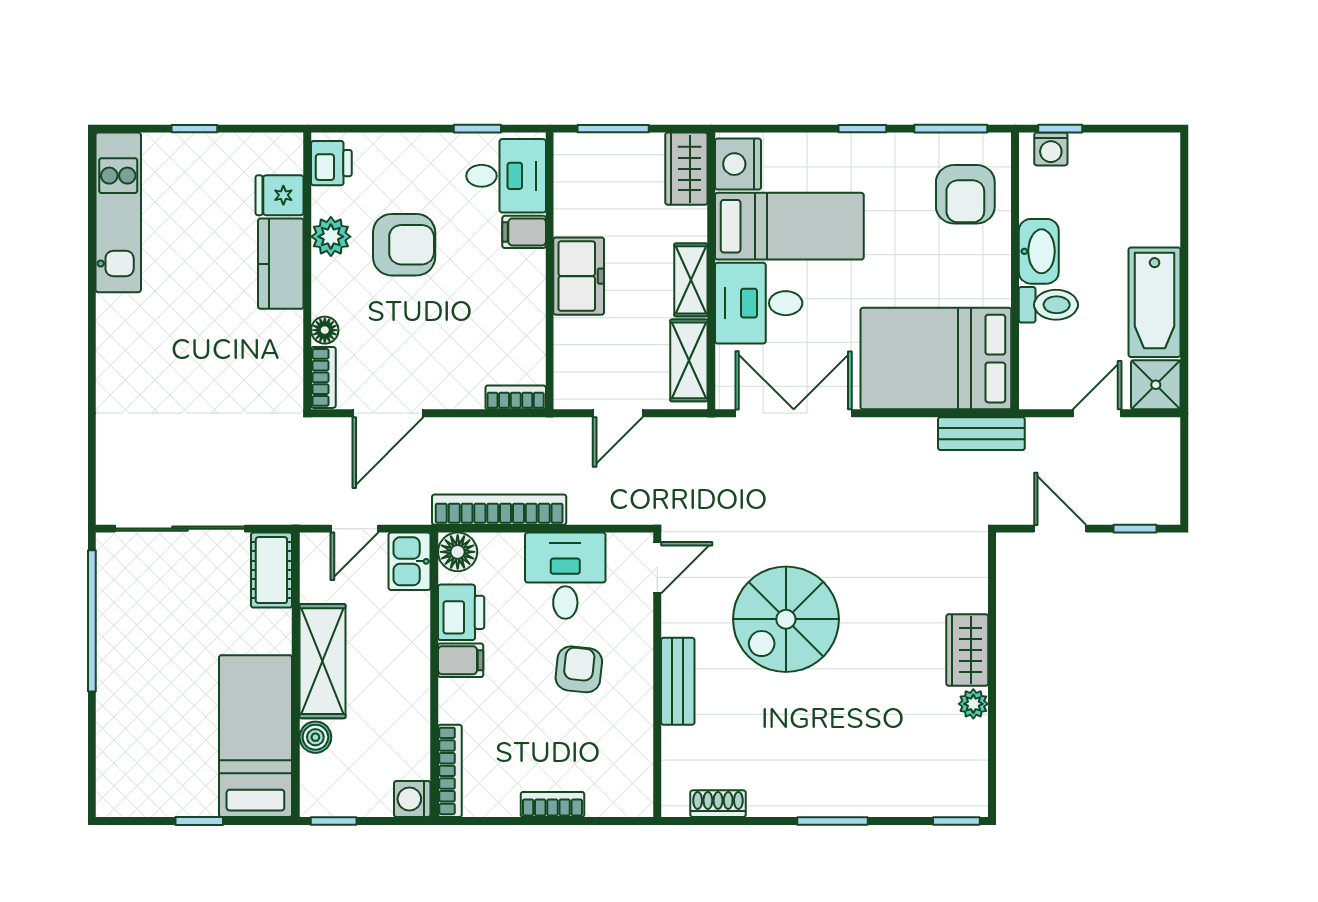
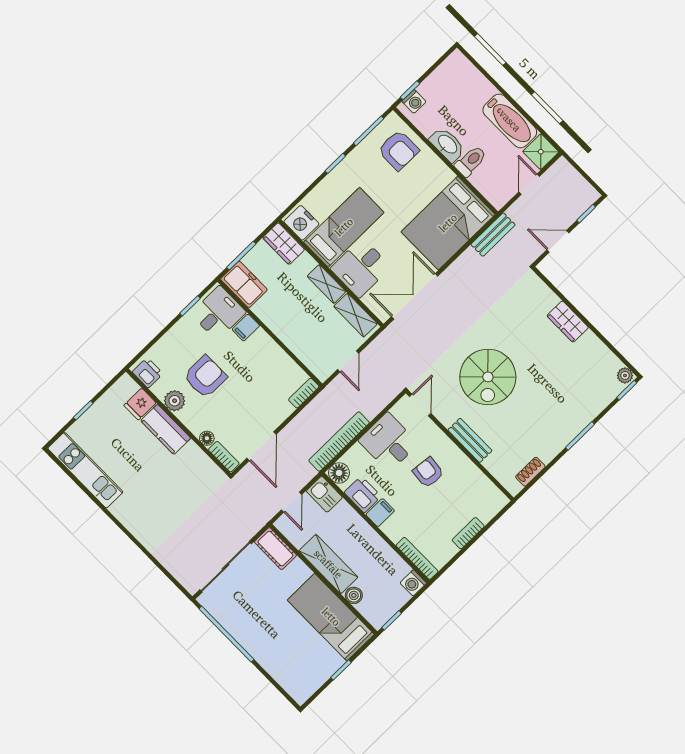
freezer: (579, 276) -> (244, 284), moved
plant: (973, 704) -> (625, 375), moved

